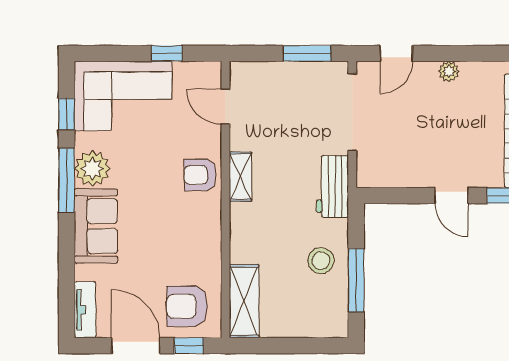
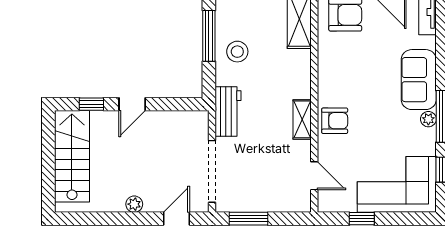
plant: (92, 169) -> (428, 119), width x0.53, depth x0.53
door: (451, 196) -> (132, 104), swing flipped

